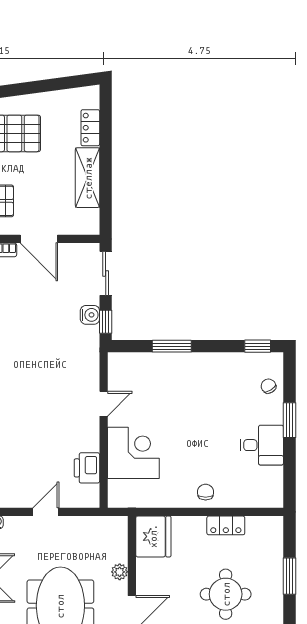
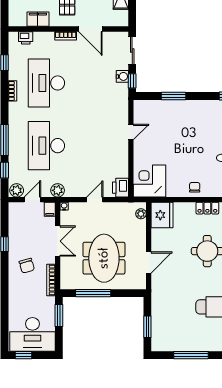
corner desk: (133, 453) -> (150, 181), moved, turned -90
printer: (87, 468) -> (121, 188), moved
plant: (120, 572) -> (141, 214), moved

